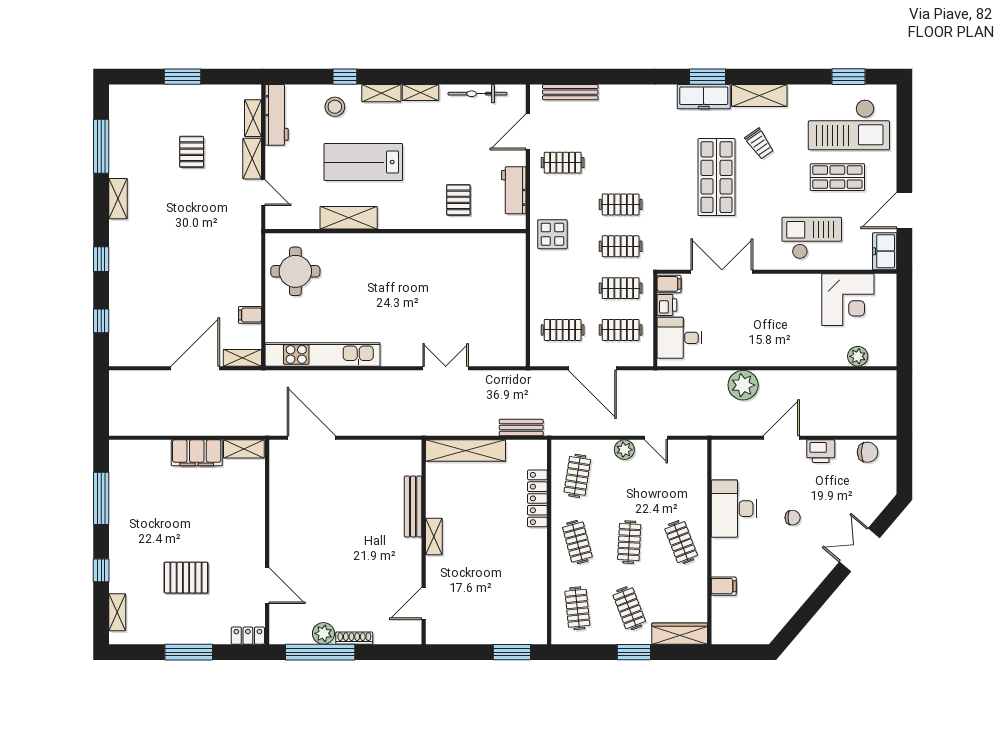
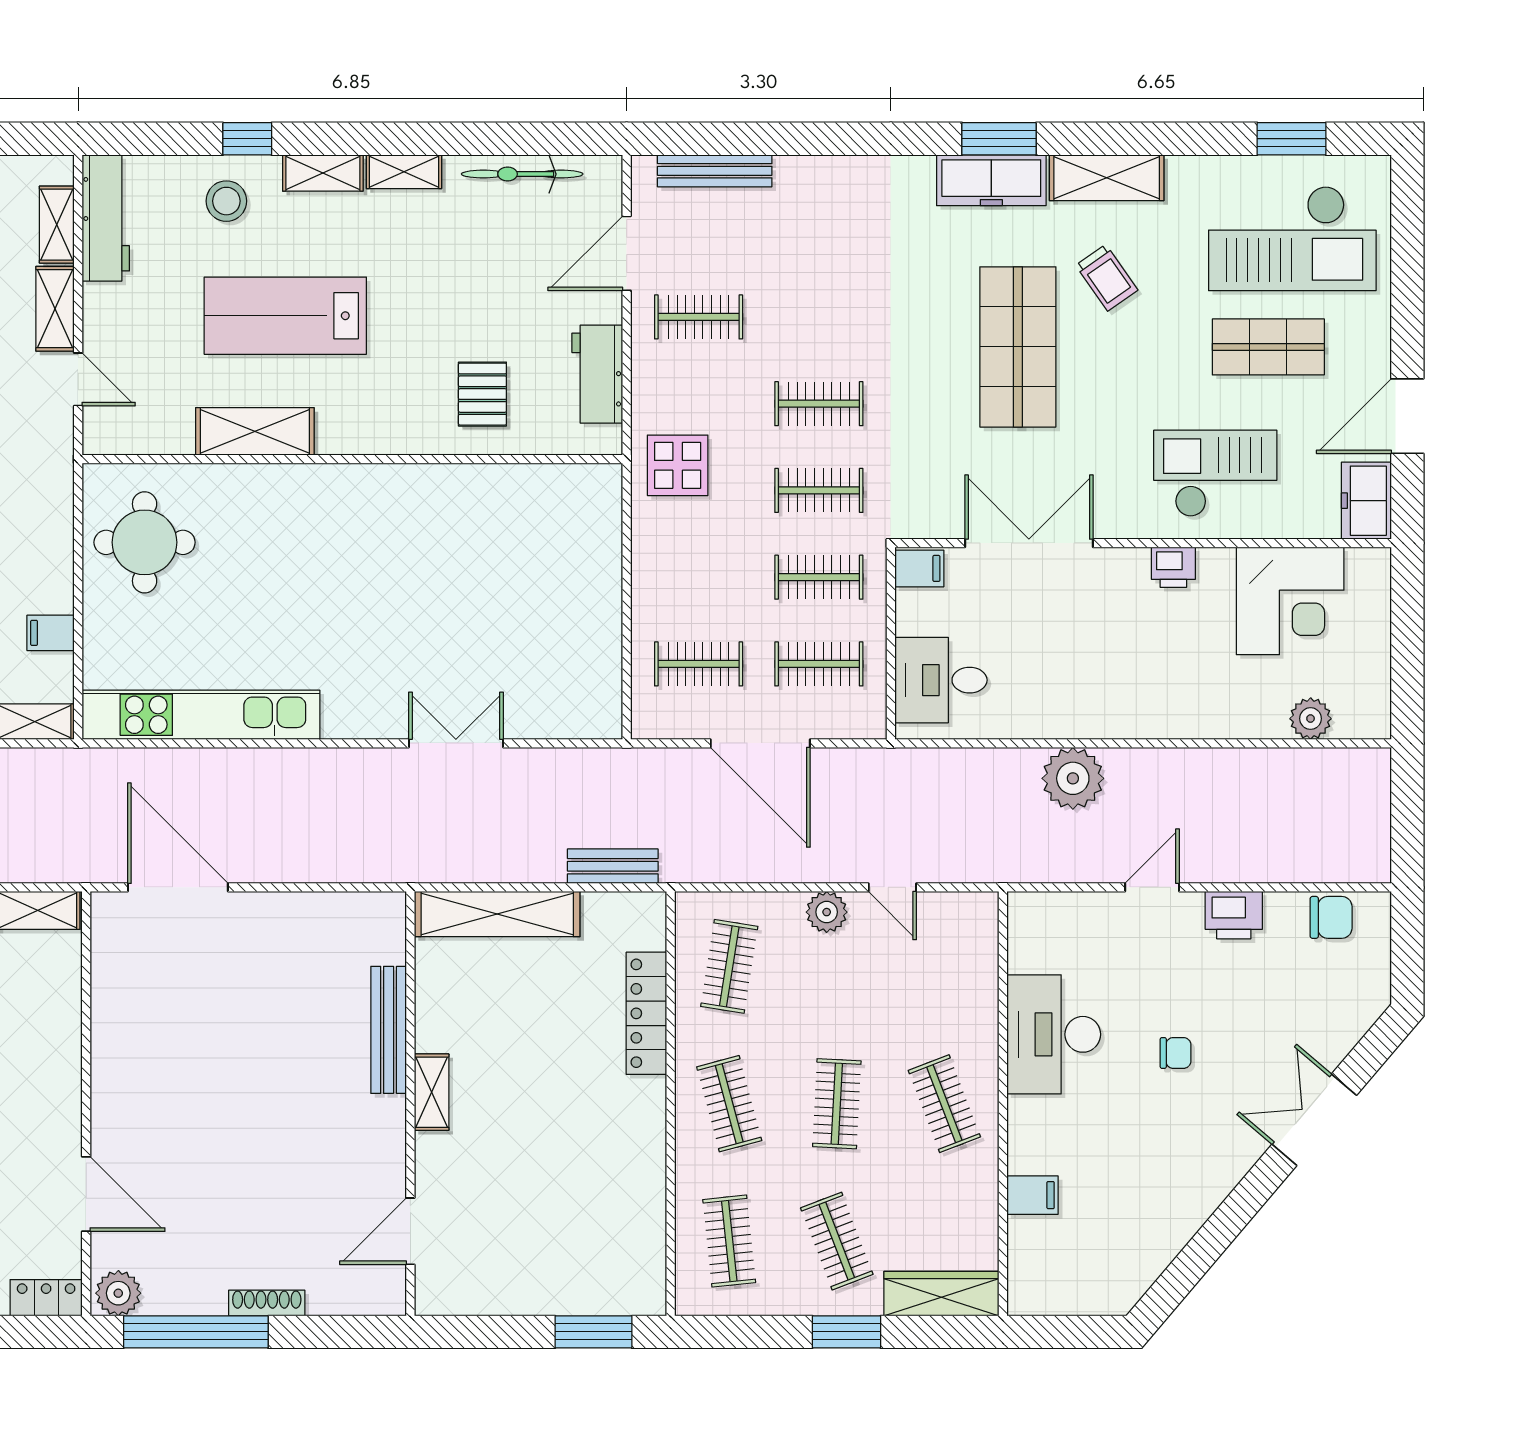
printer: (667, 305) -> (1173, 567), moved, turned 90
door: (781, 438) -> (1152, 887), width x0.73
plant: (323, 633) -> (118, 1293), moved

